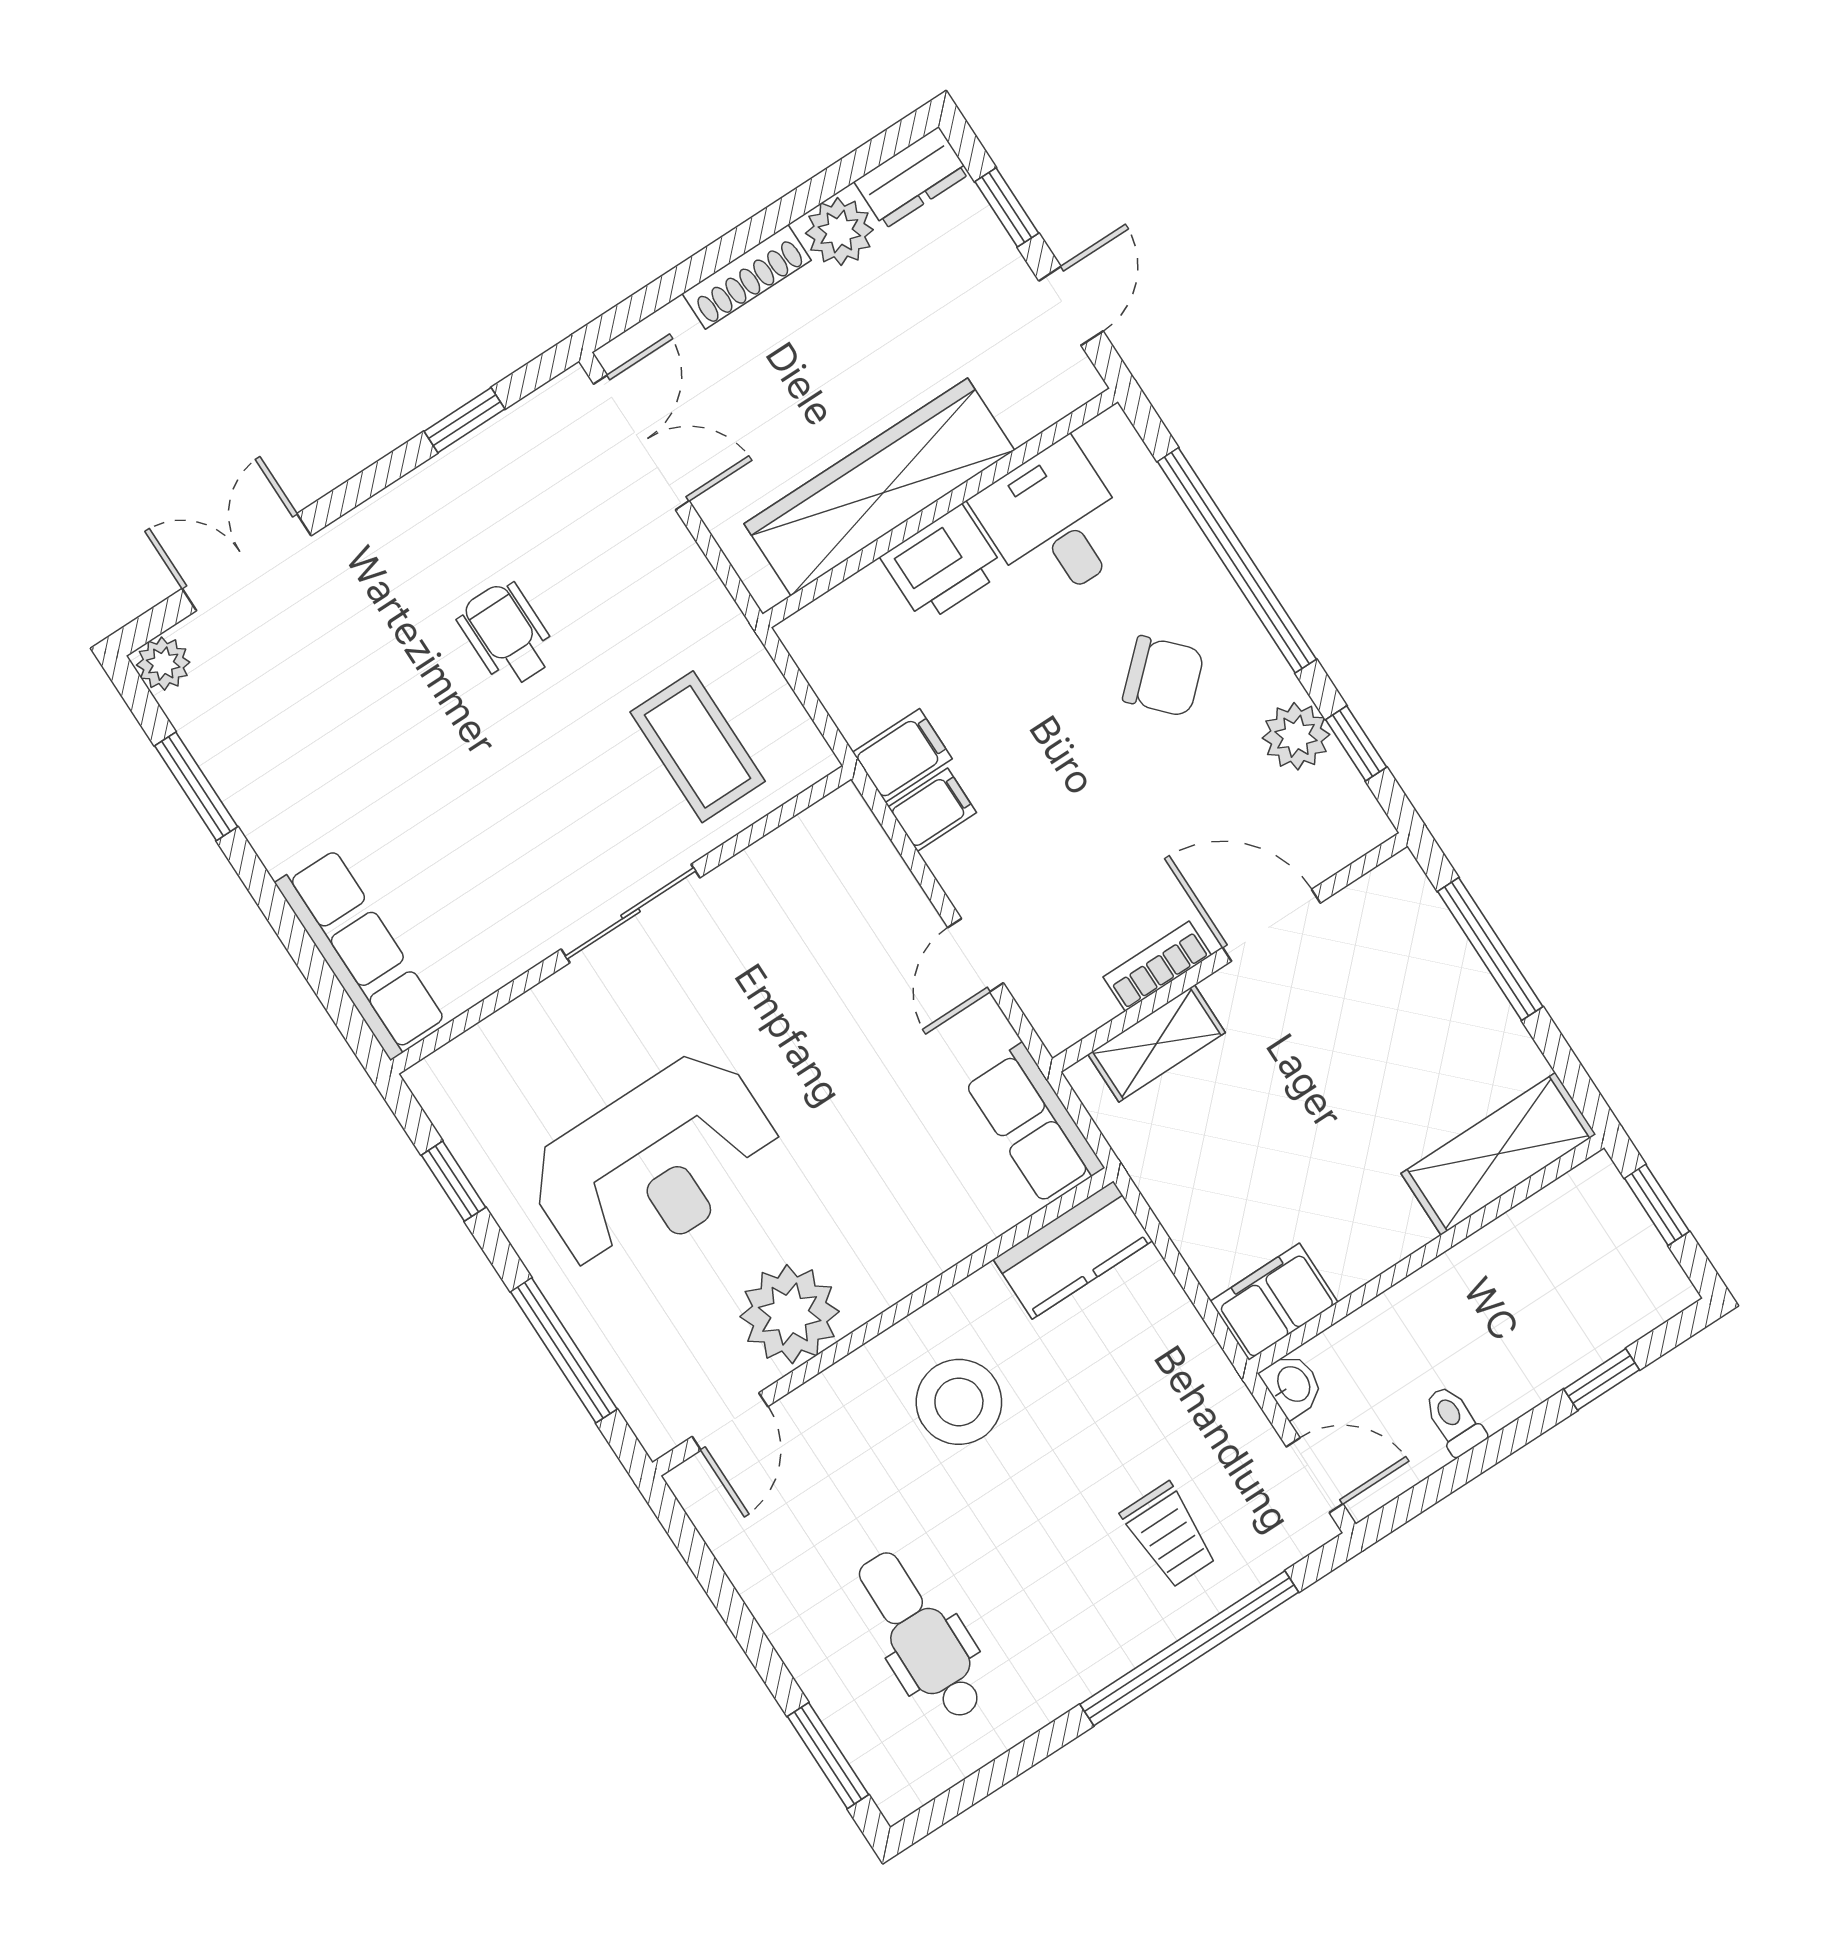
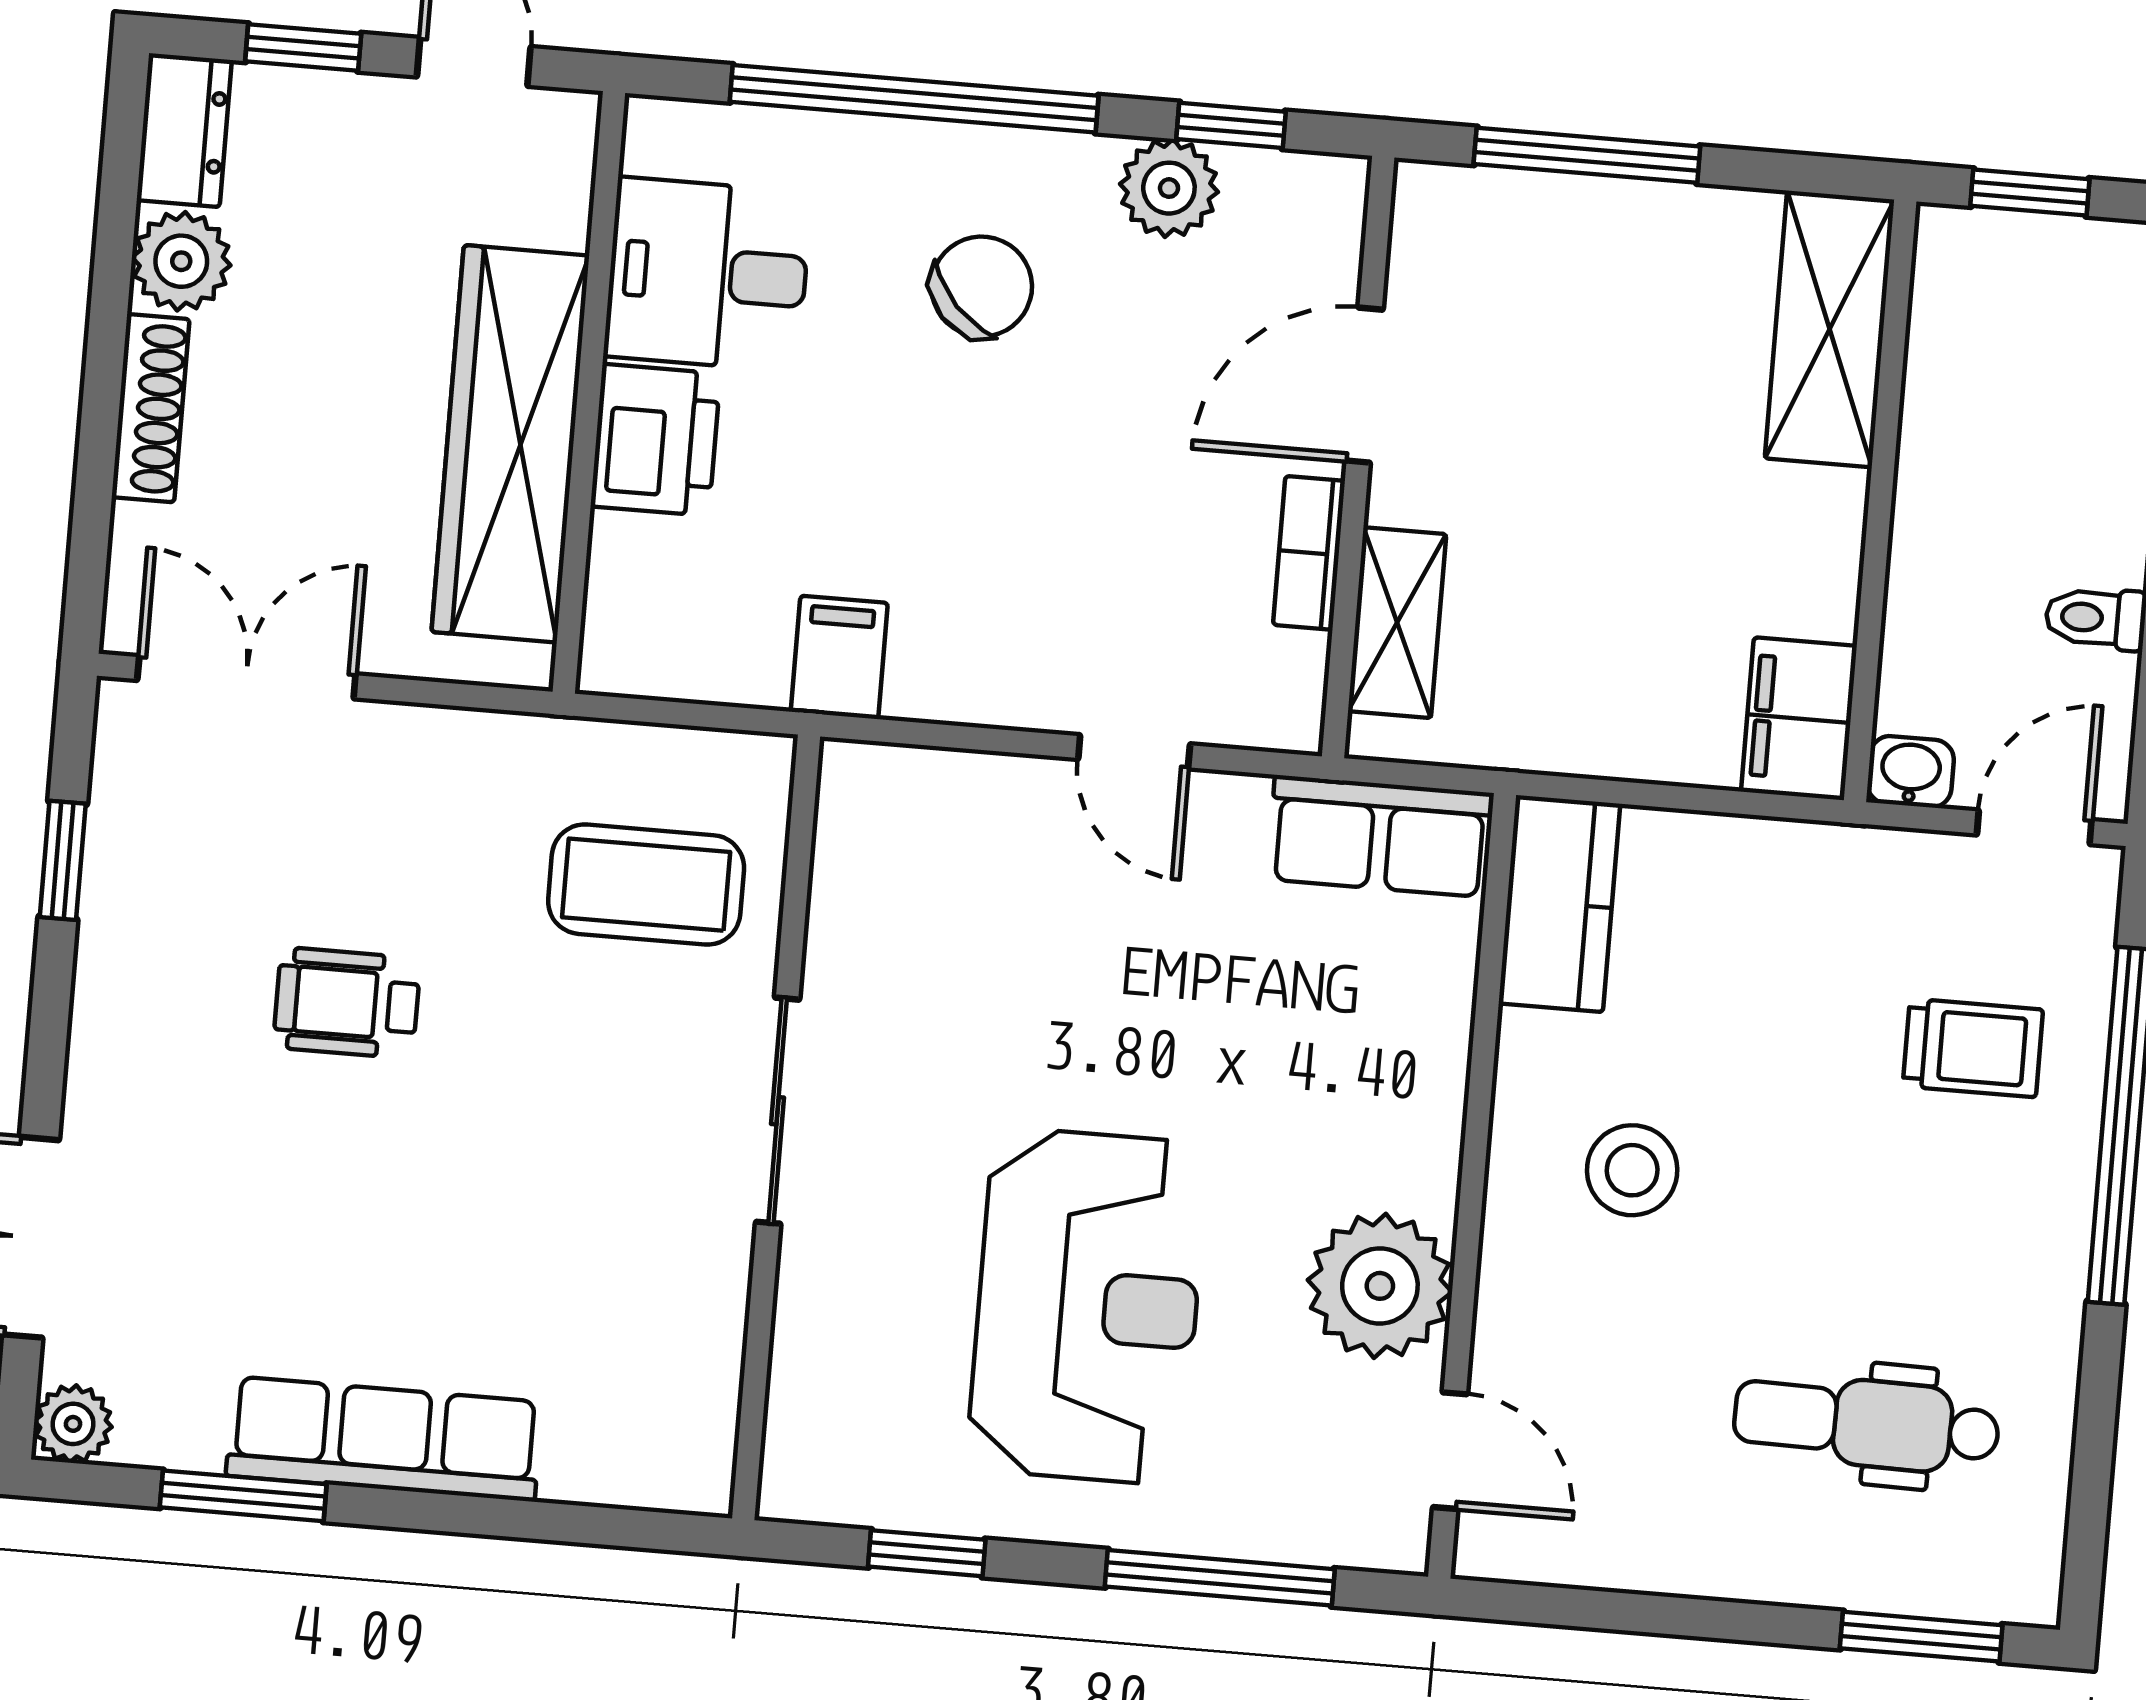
filing cabinet: (932, 810) -> (928, 671), removed
row of seats: (361, 953) -> (384, 1439), moved
stool: (959, 1402) -> (1632, 1170), width x0.73, depth x0.73

